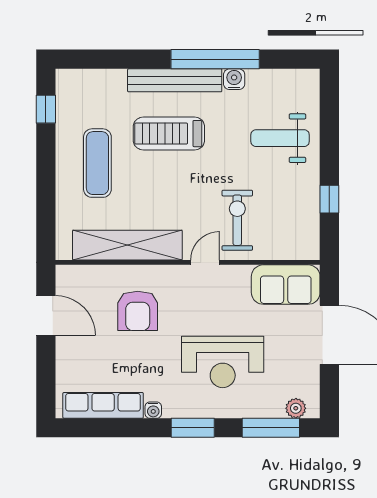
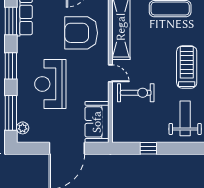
treadmill: (169, 134) -> (187, 67), moved
armchair: (138, 311) -> (81, 33), width x1.36, depth x1.36
water cooler: (153, 410) -> (21, 42), removed
window: (118, 428) -> (11, 21), added

